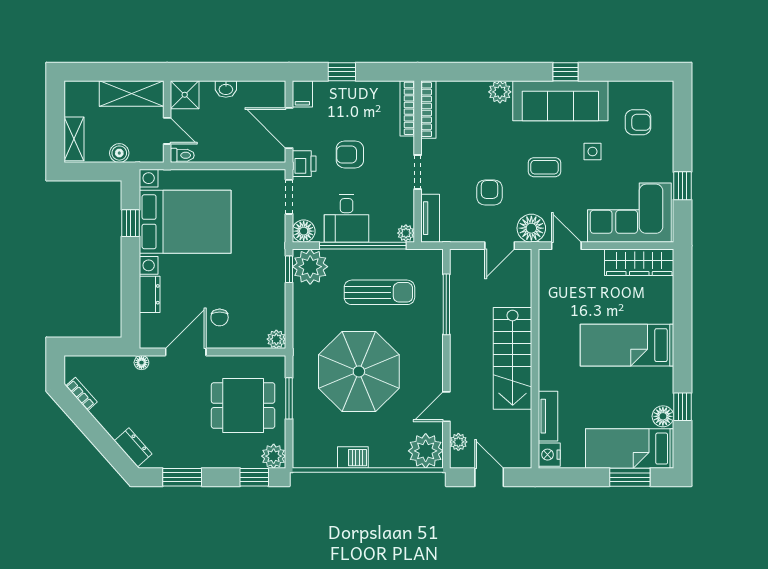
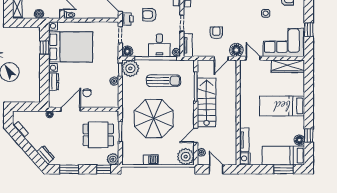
coffee table: (544, 167) -> (243, 21), removed
desk: (347, 218) -> (159, 45), moved
plant: (276, 339) -> (114, 81), moved
stairs: (513, 358) -> (206, 102), moved, turned 180

